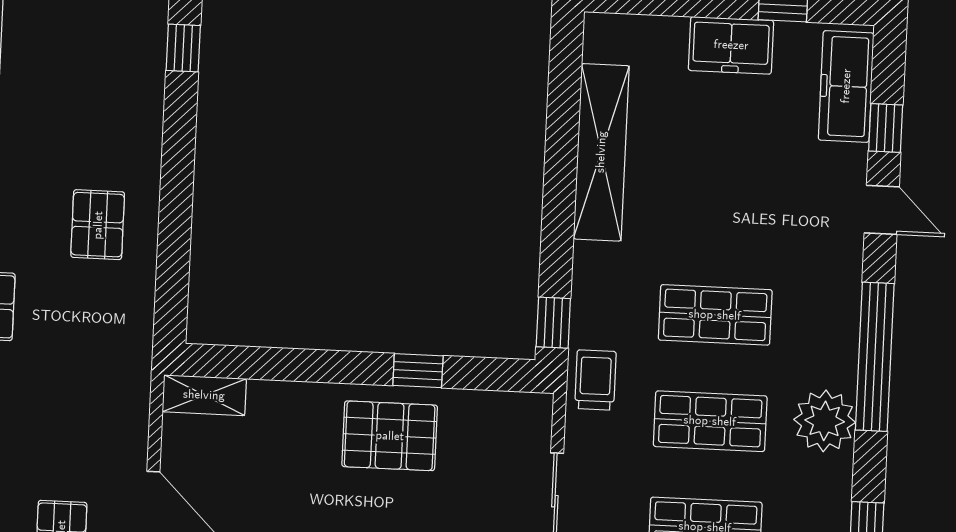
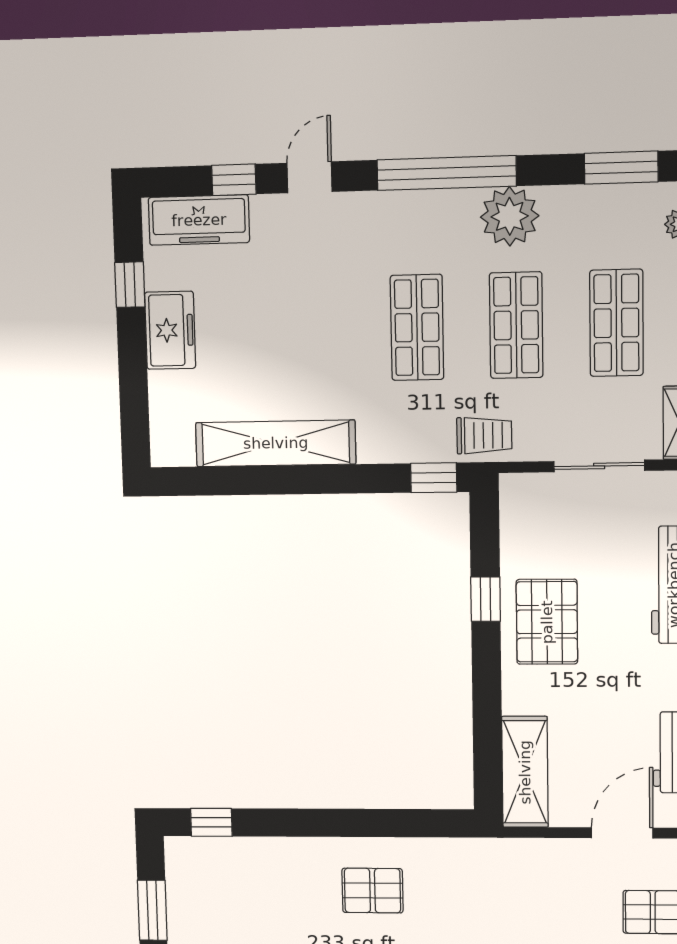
trolley: (595, 380) -> (484, 435), turned 180
shelving: (204, 395) -> (525, 772), width x1.50, depth x1.33

